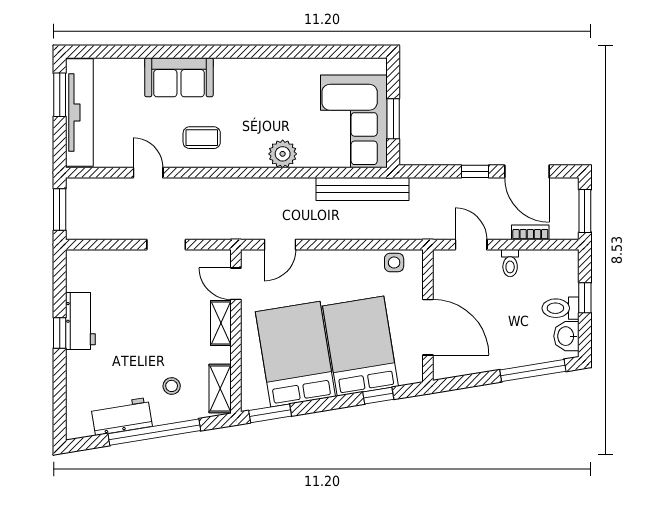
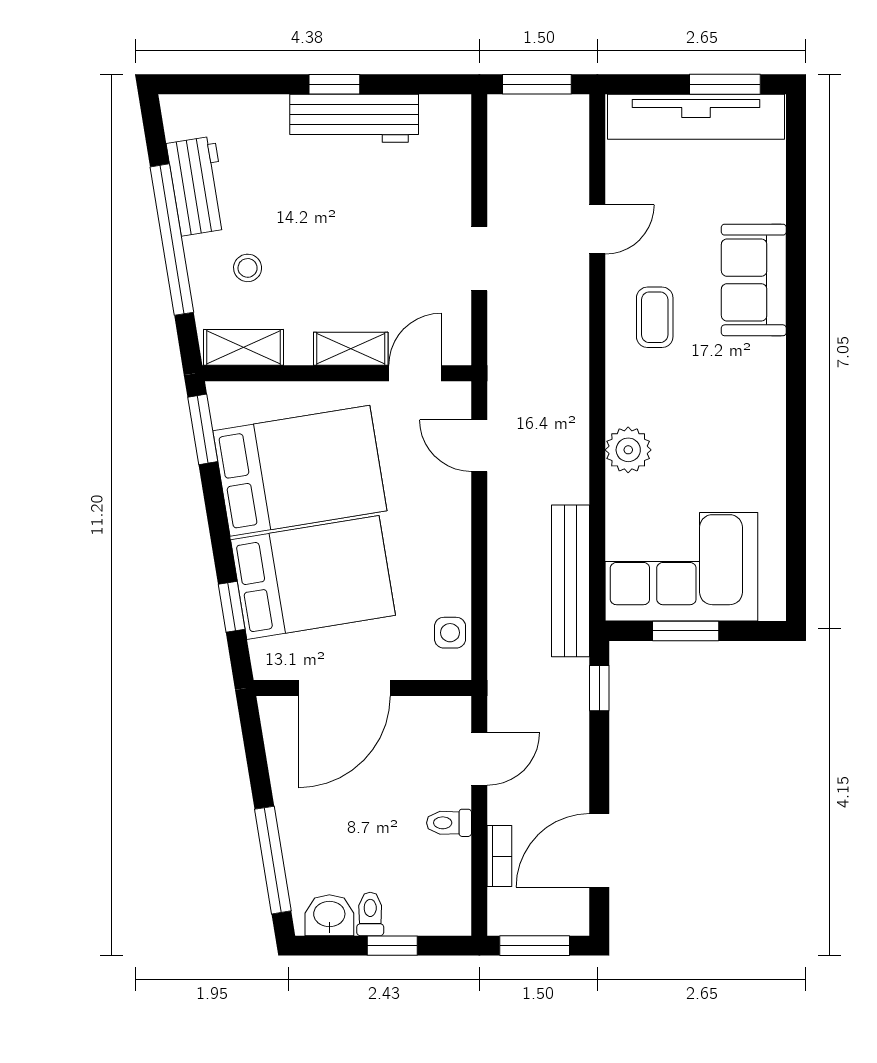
window: (475, 171) -> (599, 688), moved
toilet: (561, 308) -> (370, 914), width x0.73, depth x0.72
workbench: (80, 321) -> (354, 118), width x1.38

